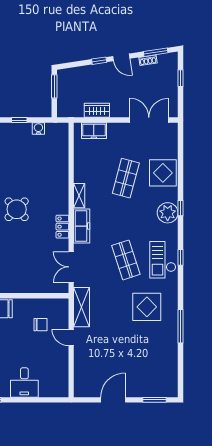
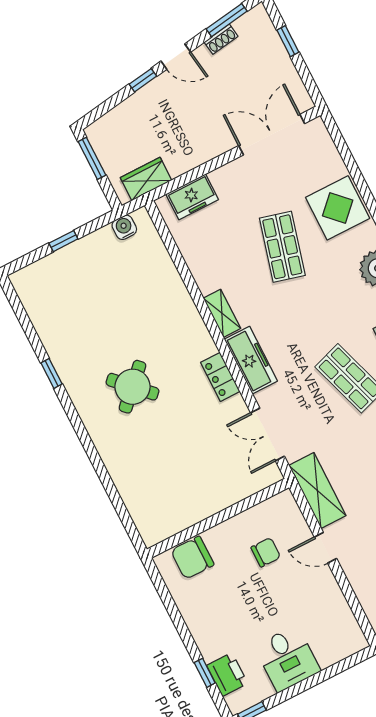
wardrobe: (97, 110) -> (146, 179), moved
water cooler: (38, 129) -> (124, 227), moved

